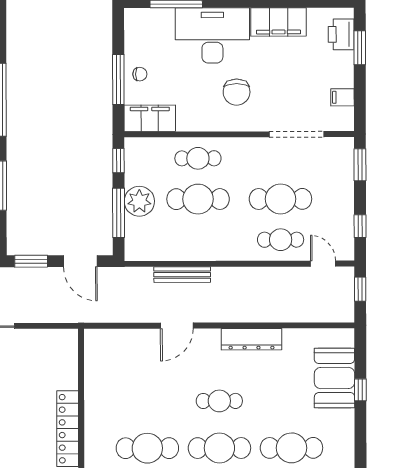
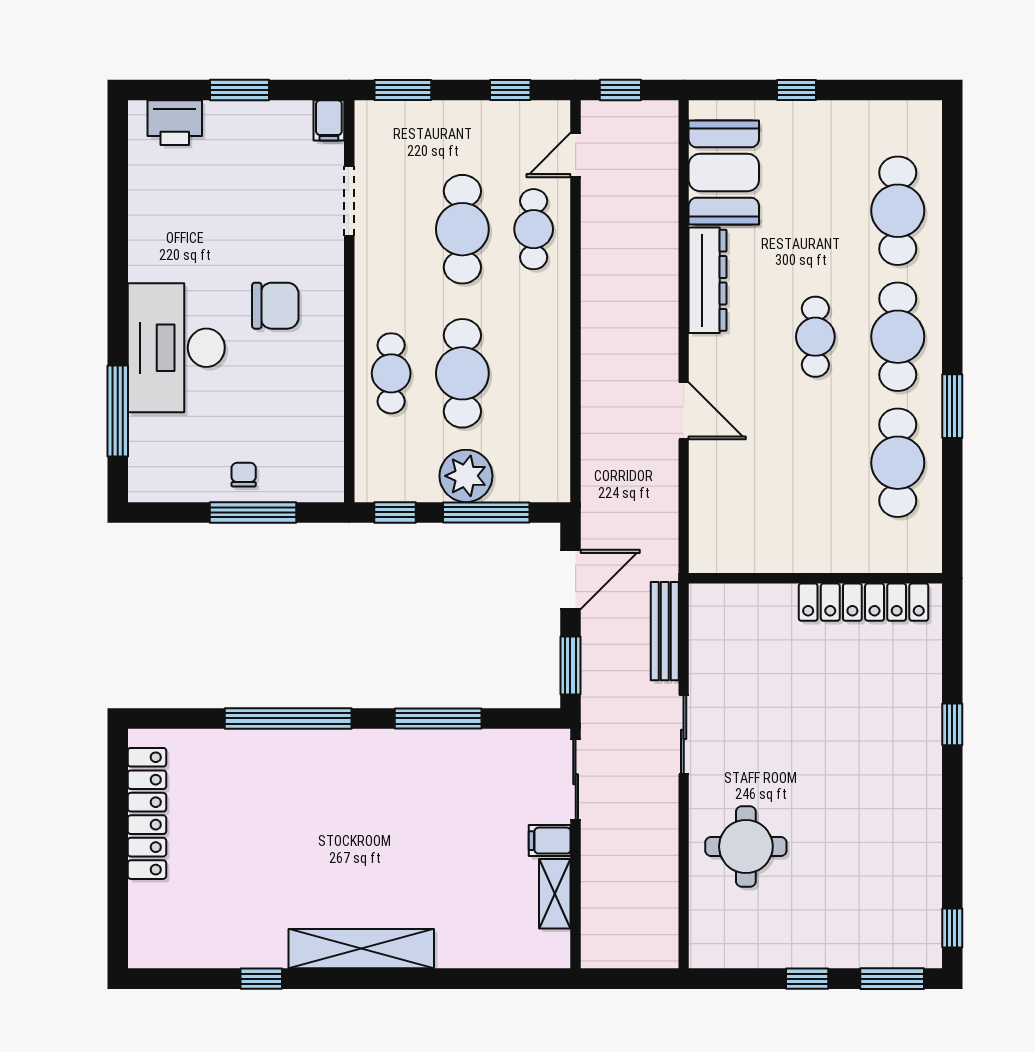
filing cabinet: (278, 22) -> (153, 232), removed
window: (360, 48) -> (239, 90), moved
filing cabinet: (342, 97) -> (329, 120), moved
filing cabinet: (150, 118) -> (321, 457), removed
doorway: (296, 134) -> (349, 201), width x0.73
bench: (182, 275) -> (665, 631), moved
booth: (334, 378) -> (724, 172), moved, turned 90

